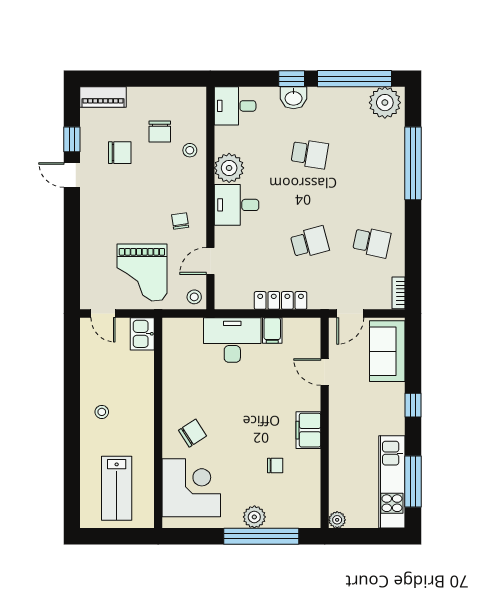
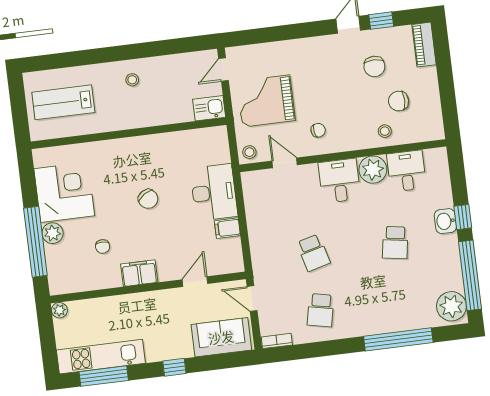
desk: (235, 106) -> (406, 171), moved
locker: (281, 300) -> (256, 232), removed
chair: (193, 433) -> (148, 199), moved
corner desk: (191, 488) -> (64, 192), moved, turned -90

